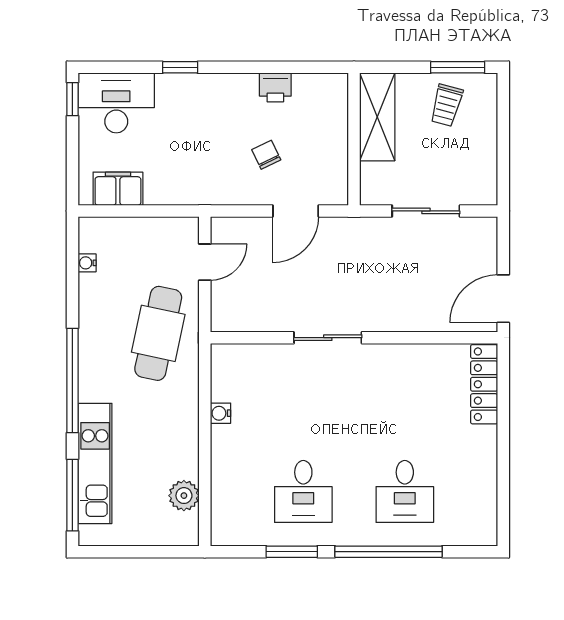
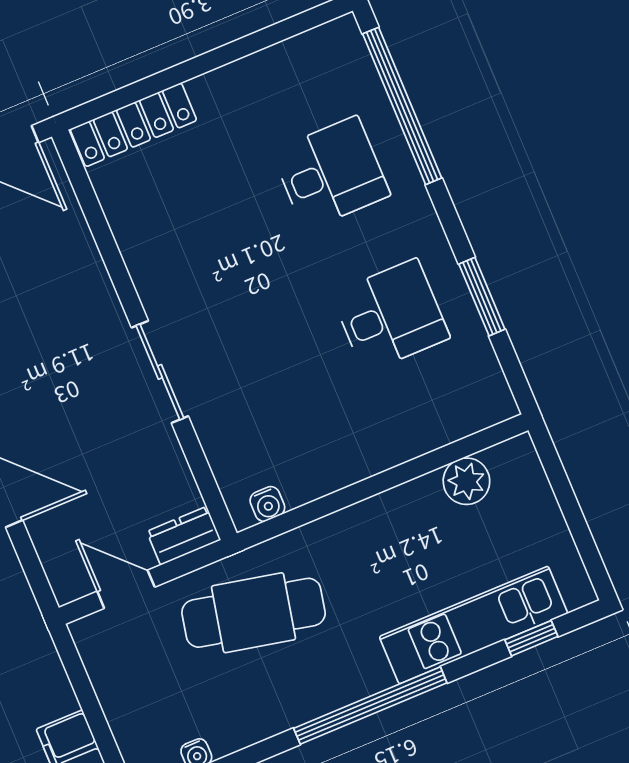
dresser: (223, 311) -> (184, 536), added
water cooler: (221, 413) -> (267, 504), moved
window: (72, 495) -> (531, 638), width x0.46
window: (388, 552) -> (402, 106), moved

